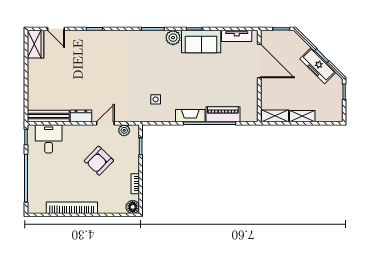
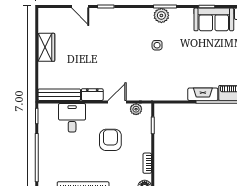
door: (56, 29) -> (80, 7), moved
plant: (173, 38) -> (161, 15), moved
wardrobe: (36, 44) -> (46, 47), moved
side table: (156, 99) -> (157, 45), moved
desk: (49, 139) -> (72, 118), moved
armchair: (99, 161) -> (110, 140), turned 136

